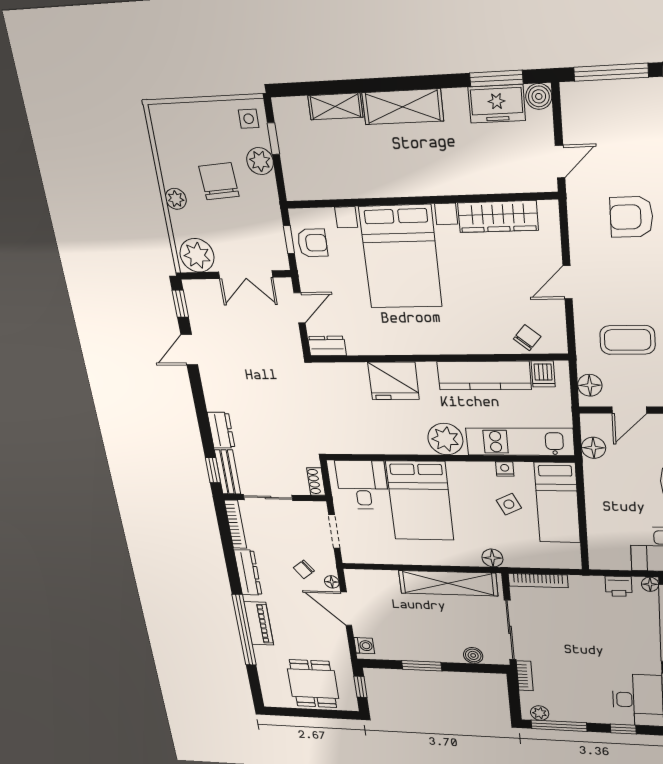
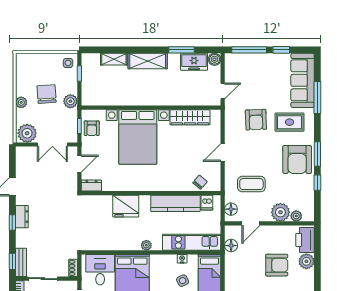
window: (496, 78) -> (182, 50), moved
plant: (260, 161) -> (70, 101), moved
armchair: (631, 217) -> (256, 120), turned -92
armchair: (312, 243) -> (92, 128), turned 90
window: (180, 304) -> (12, 222), moved
dresser: (221, 430) -> (22, 217), moved
plant: (445, 439) -> (146, 245), width x0.53, depth x0.53

